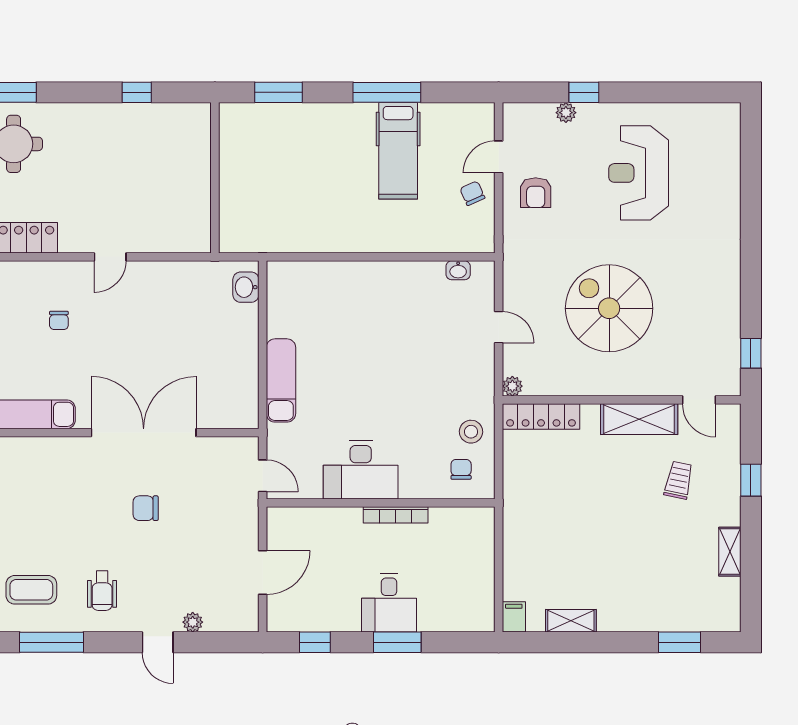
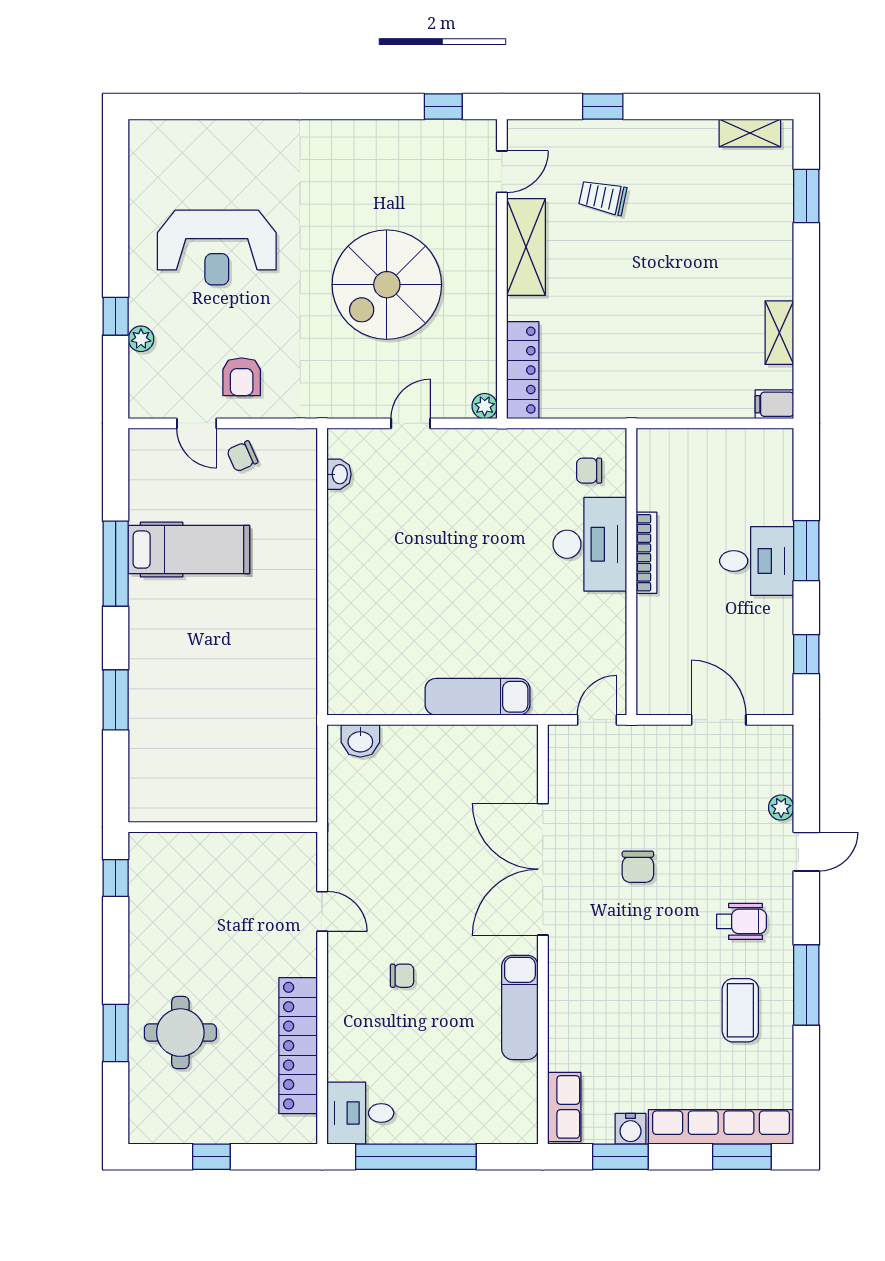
wall: (215, 178) -> (223, 827), moved
armchair: (536, 193) -> (242, 377), turned 90
stool: (471, 432) -> (542, 458), removed
desk: (361, 470) -> (590, 544), moved
shelving: (730, 552) -> (750, 133), moved

